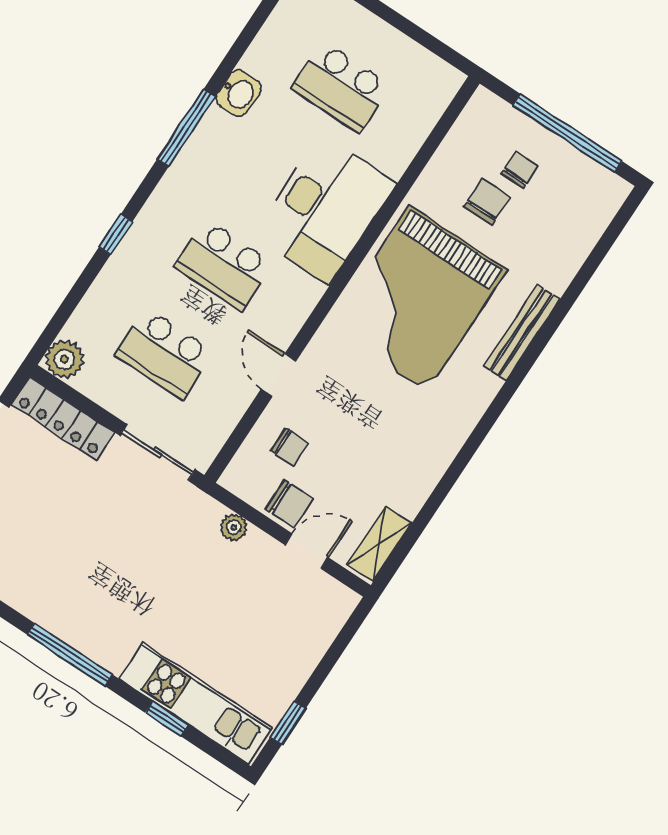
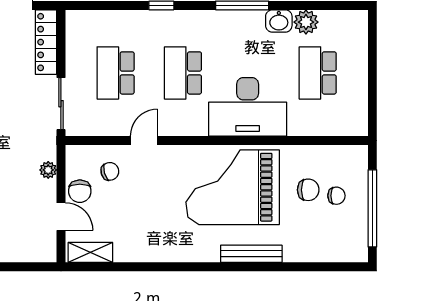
plant: (64, 359) -> (306, 22), moved
chair: (290, 447) -> (110, 171), turned -106

